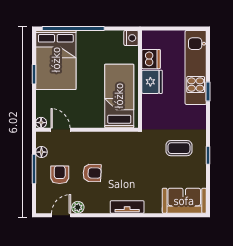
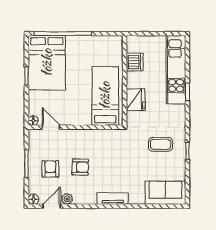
nightstand: (131, 38) -> (116, 42), removed
fridge: (152, 82) -> (136, 100), moved
floor lamp: (41, 152) -> (34, 199), moved

